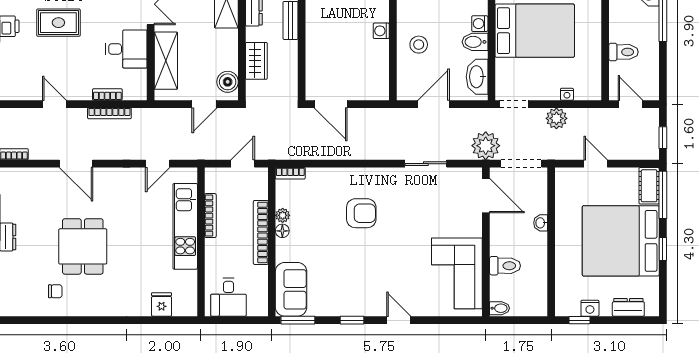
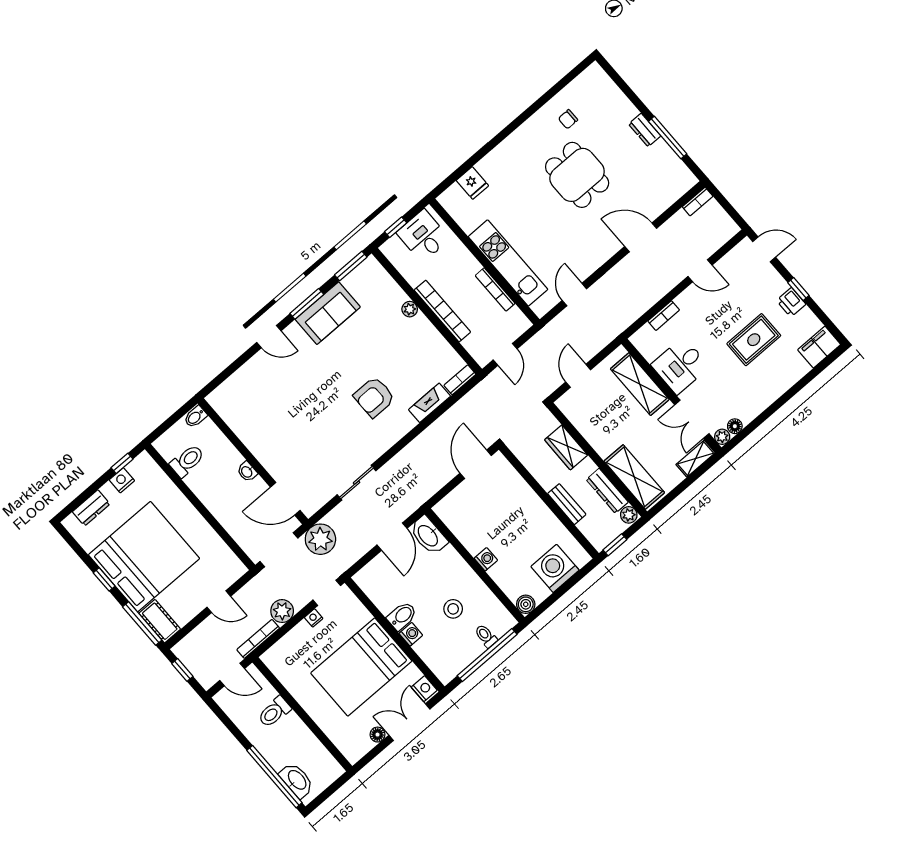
stool: (419, 45) -> (453, 609), moved
washbasin: (477, 77) -> (428, 535), moved, turned 180
boiler: (228, 82) -> (575, 410), removed
nightstand: (567, 94) -> (314, 618), moved
door: (331, 104) -> (476, 464), hinge flipped
bookcase: (109, 113) -> (258, 639), moved
fireplace: (326, 176) -> (430, 403), added
plant: (283, 215) -> (410, 309), moved
washbasin: (541, 223) -> (247, 472), moved, turned 180
floor lamp: (282, 231) -> (426, 327), removed
toilet: (505, 266) -> (187, 461), moved, turned 180
corner sofa: (457, 273) -> (254, 415), removed
sofa: (291, 289) -> (328, 313), moved, turned -90
window: (243, 320) -> (396, 227), added
window: (352, 320) -> (307, 304), width x1.50

